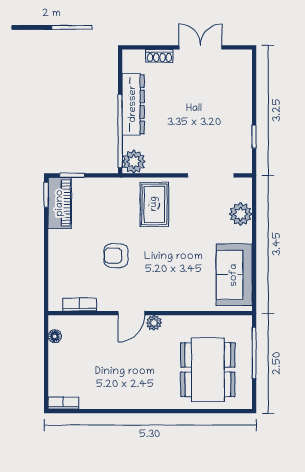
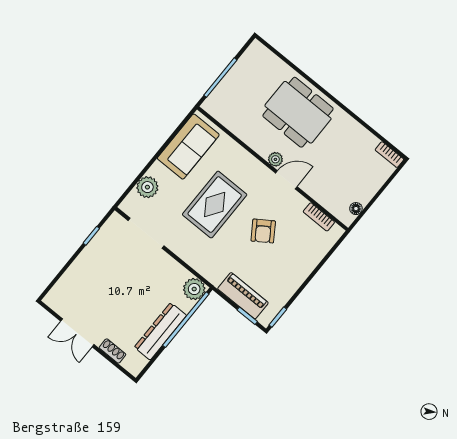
piano: (60, 203) -> (243, 296), moved, turned 90
rug: (154, 204) -> (215, 205), moved, width x1.36, depth x1.43
armchair: (116, 256) -> (263, 231), turned 56
dining table: (208, 370) -> (298, 112), moved, turned 90

